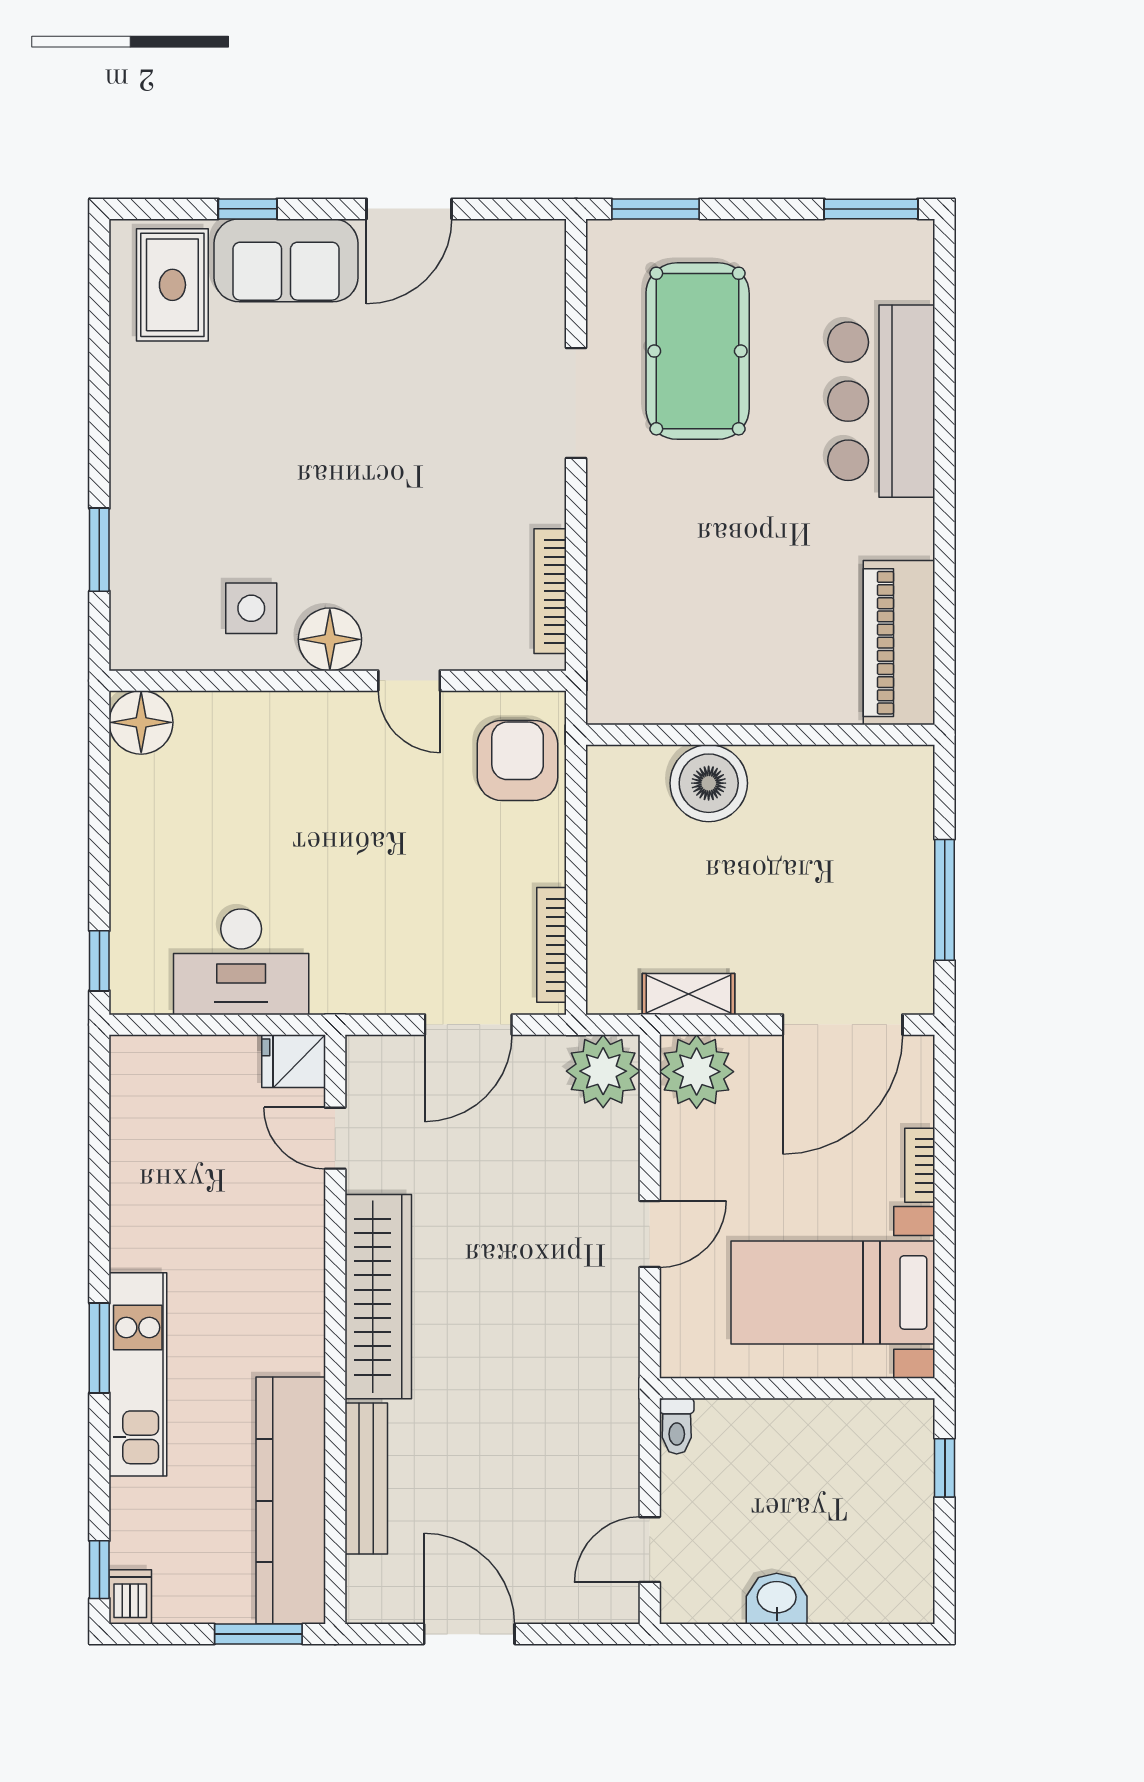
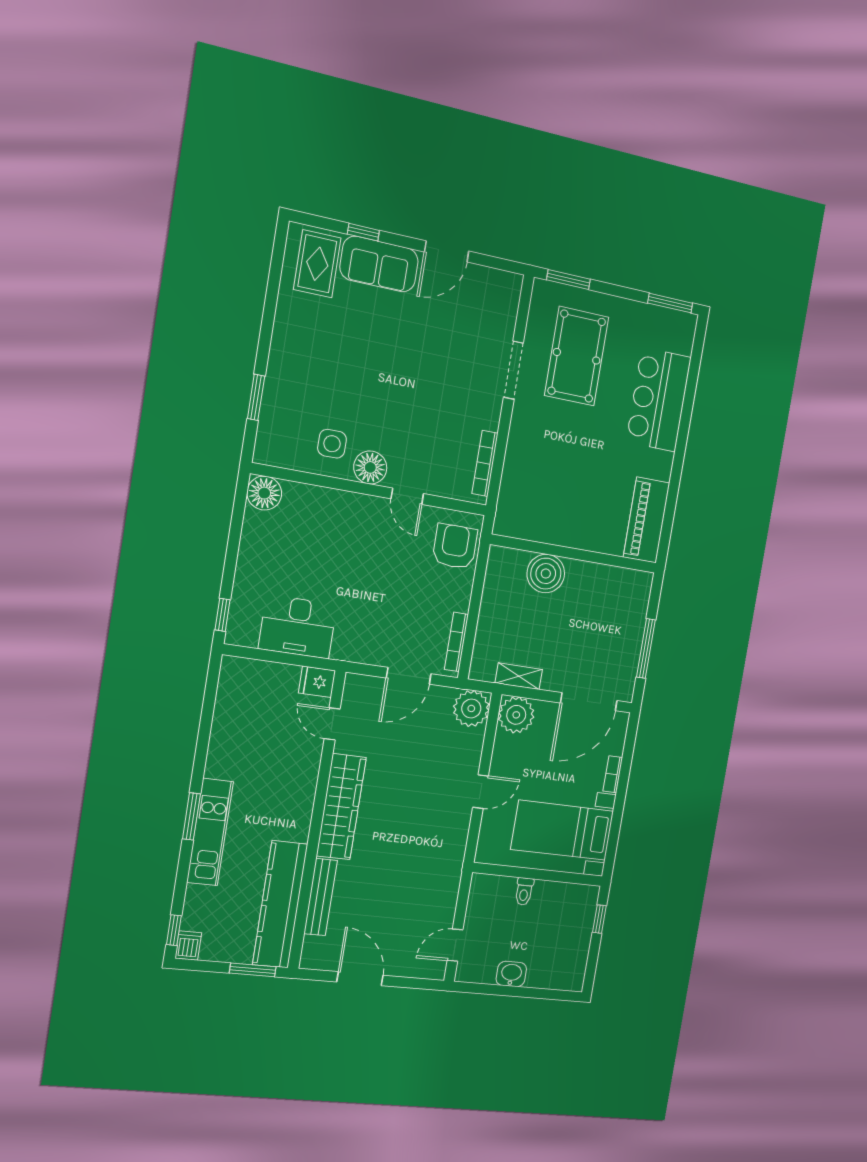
toilet: (677, 1426) -> (524, 891), moved

